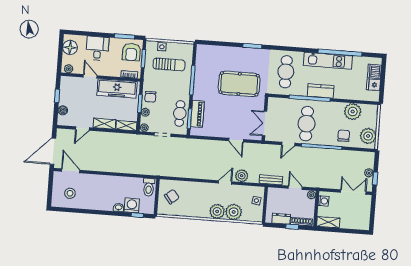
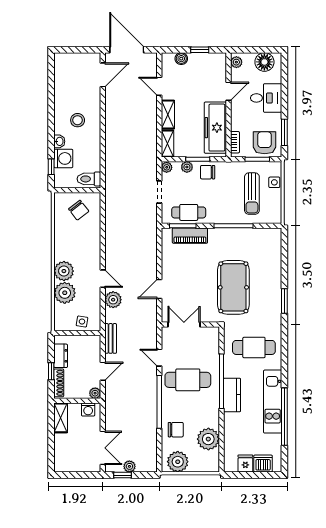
armchair: (131, 52) -> (265, 143), turned 90
stool: (70, 193) -> (78, 120), moved

